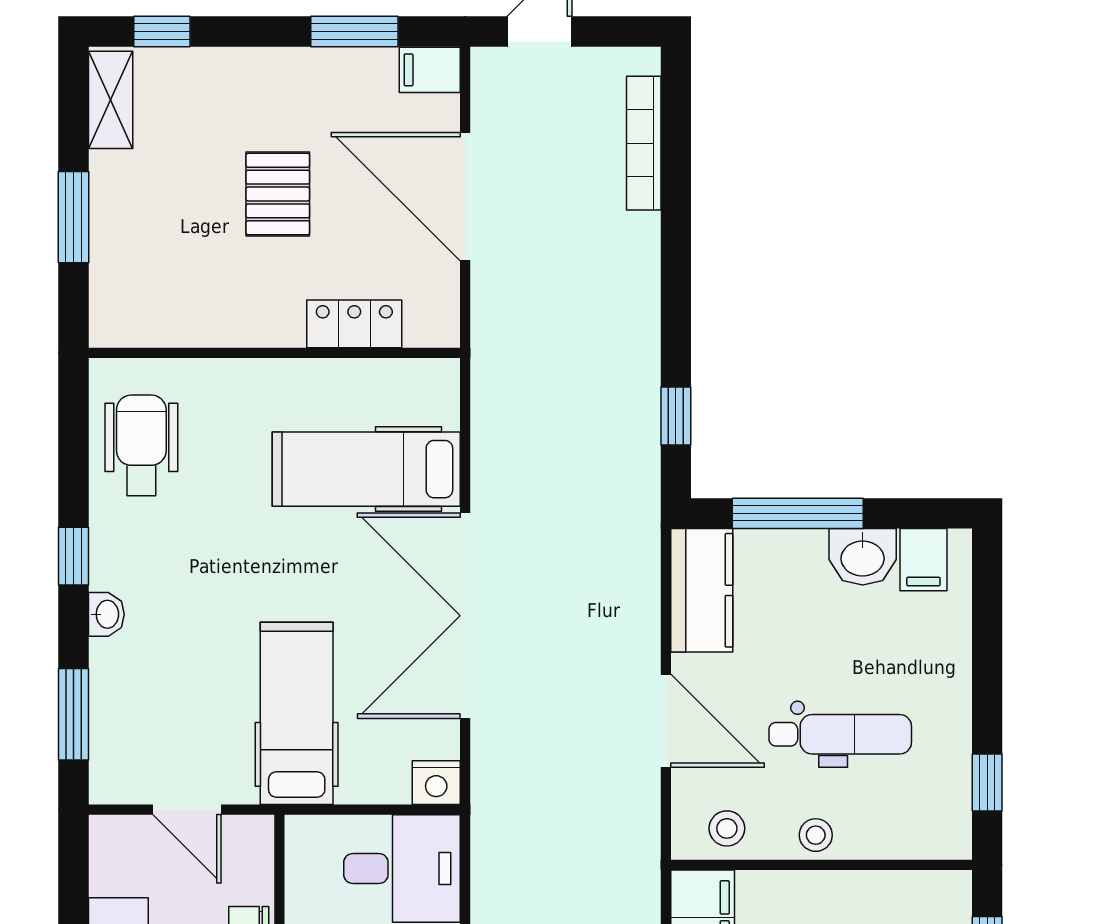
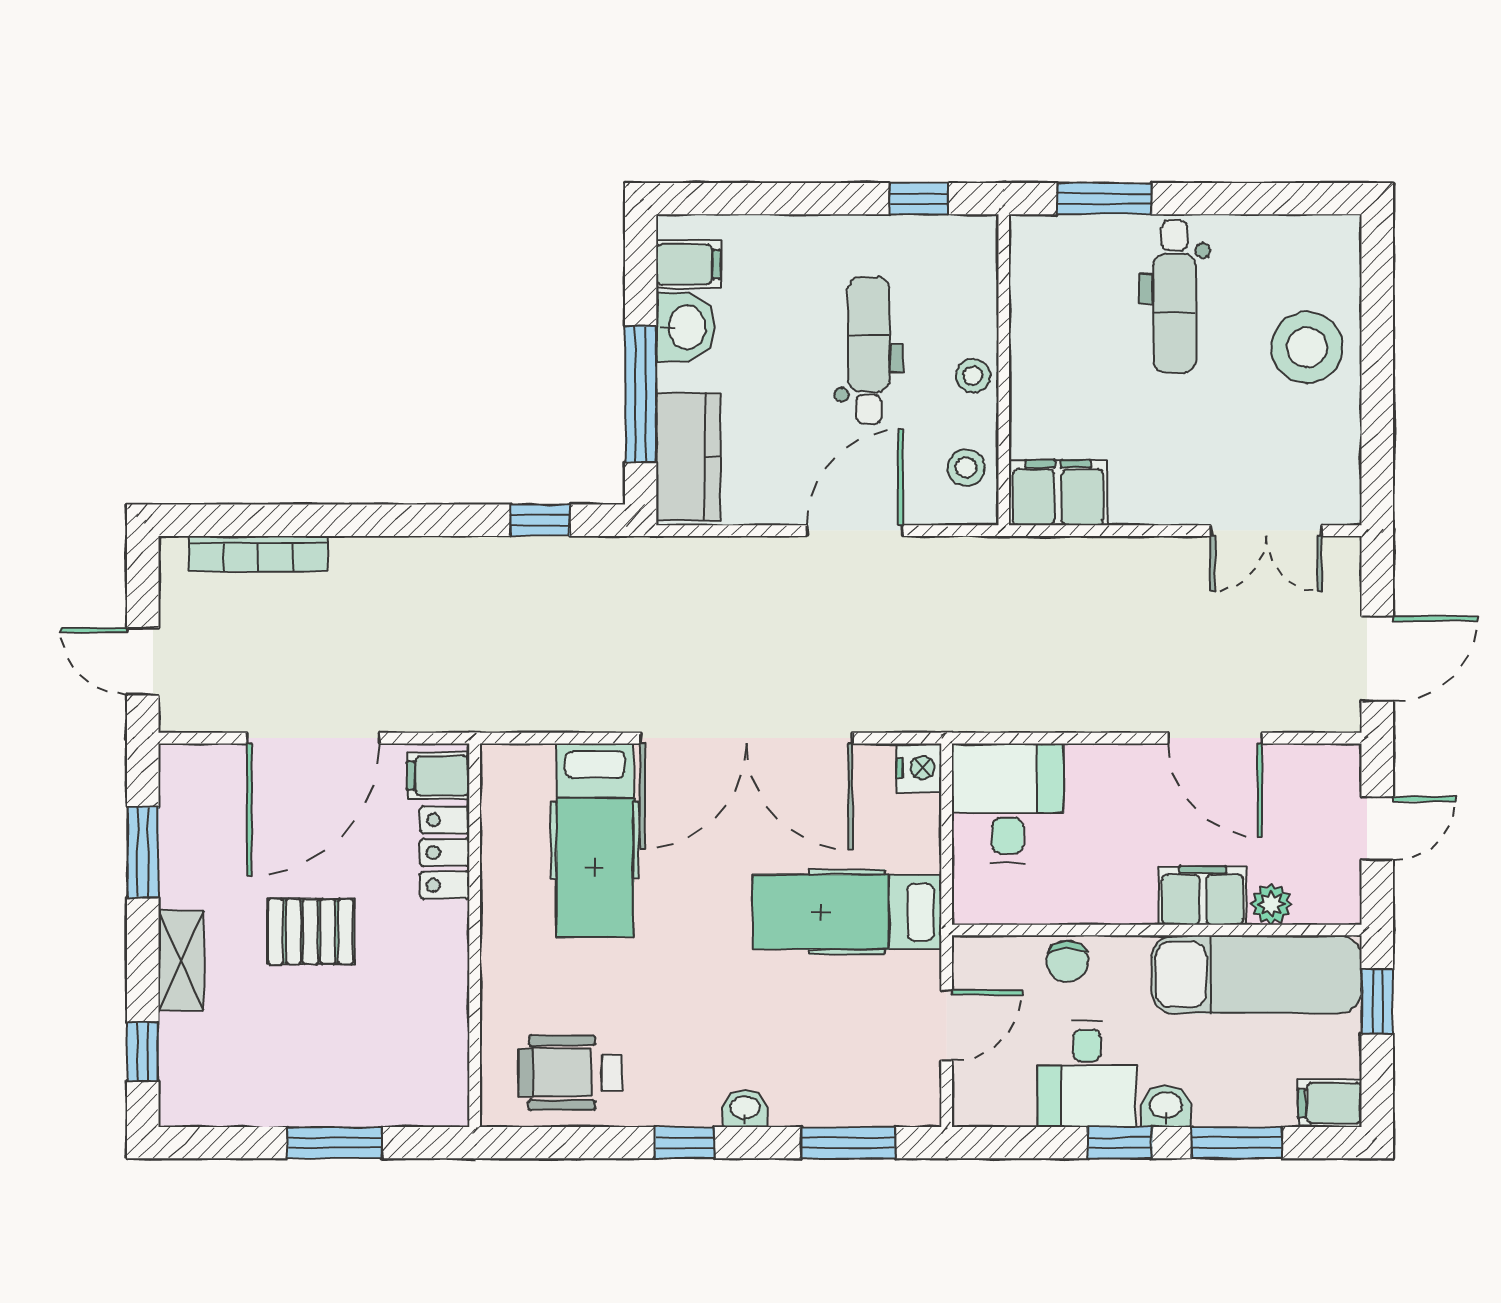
filing cabinet: (430, 70) -> (438, 776), moved, turned 90
shelving: (111, 100) -> (181, 960), moved, turned 90
kitchen counter: (702, 590) -> (688, 457), moved, turned 90

